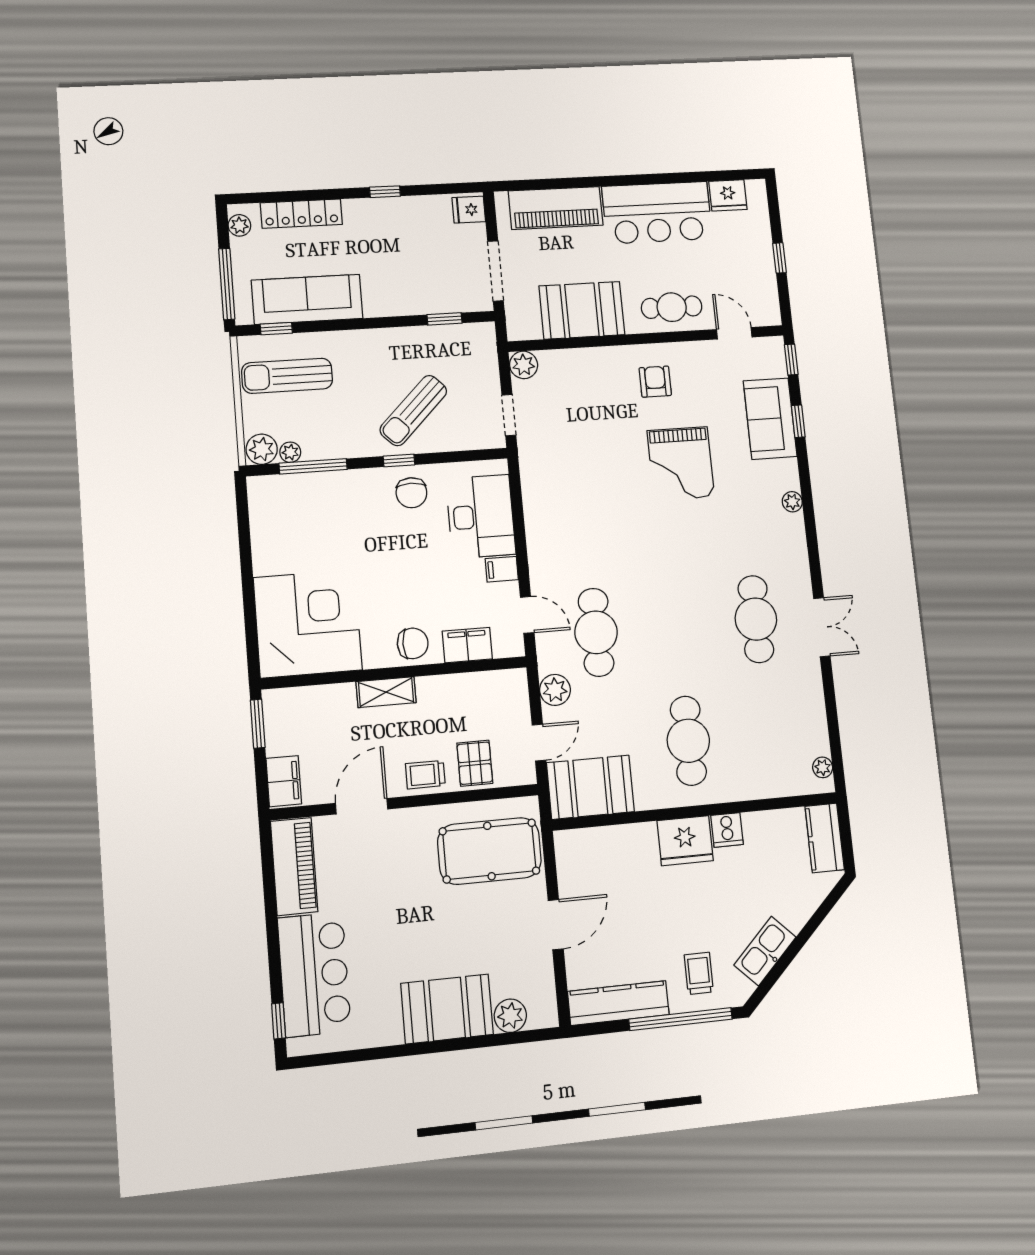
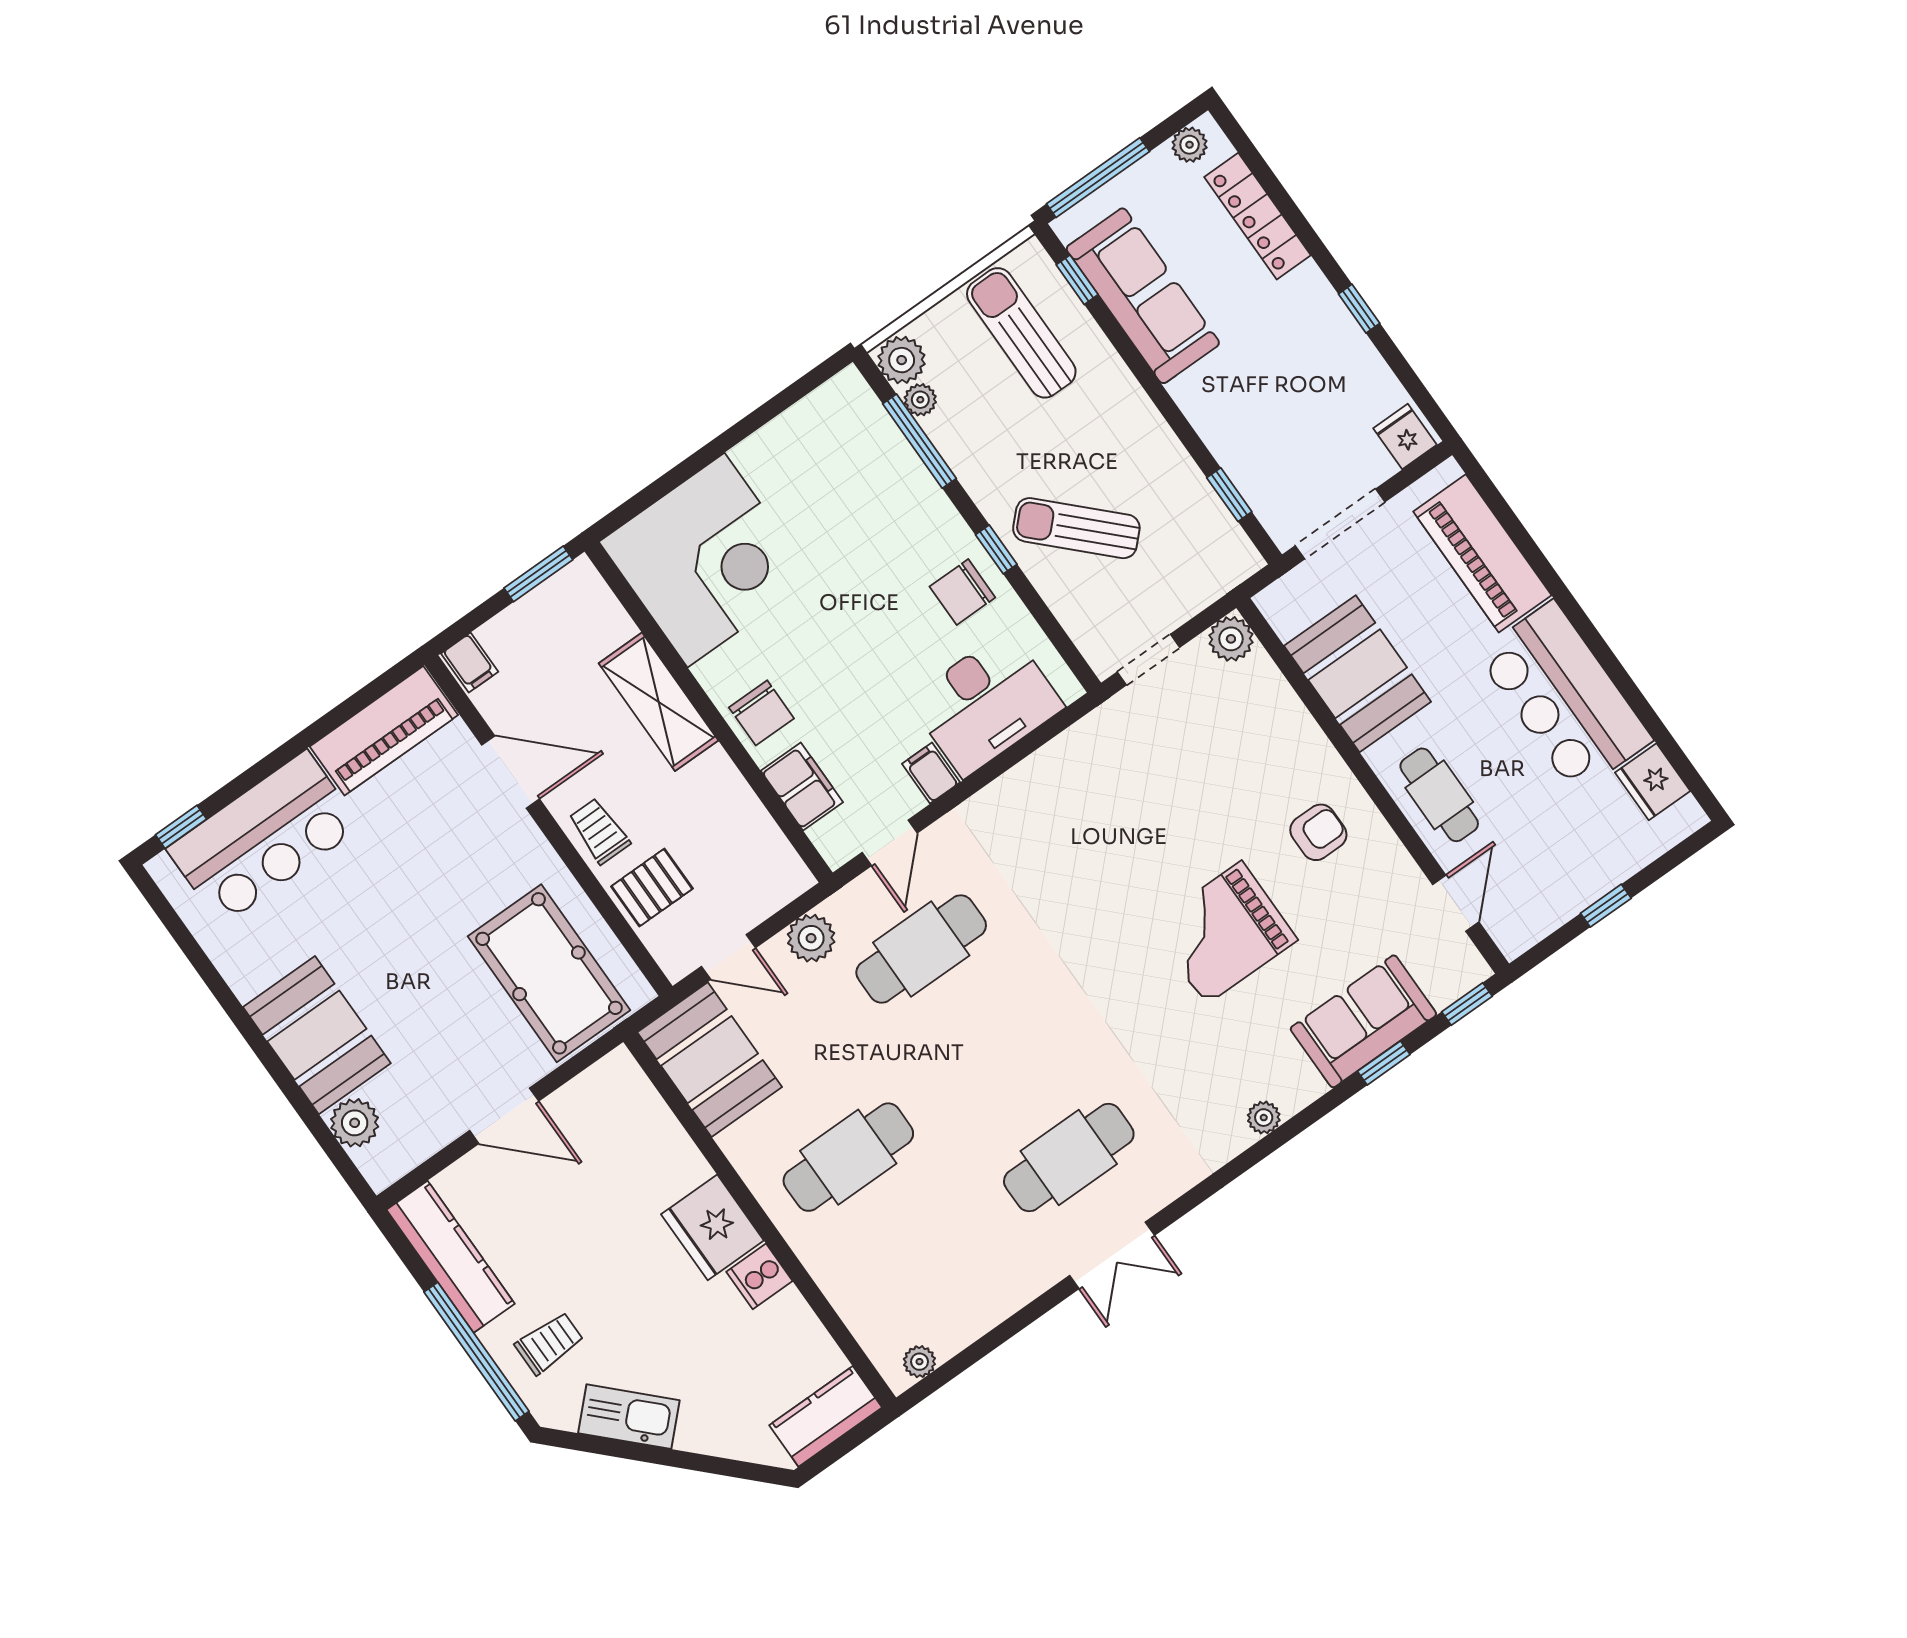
shelving: (386, 692) -> (658, 702), width x1.50, depth x1.33
filing cabinet: (284, 781) -> (470, 663), width x0.50

